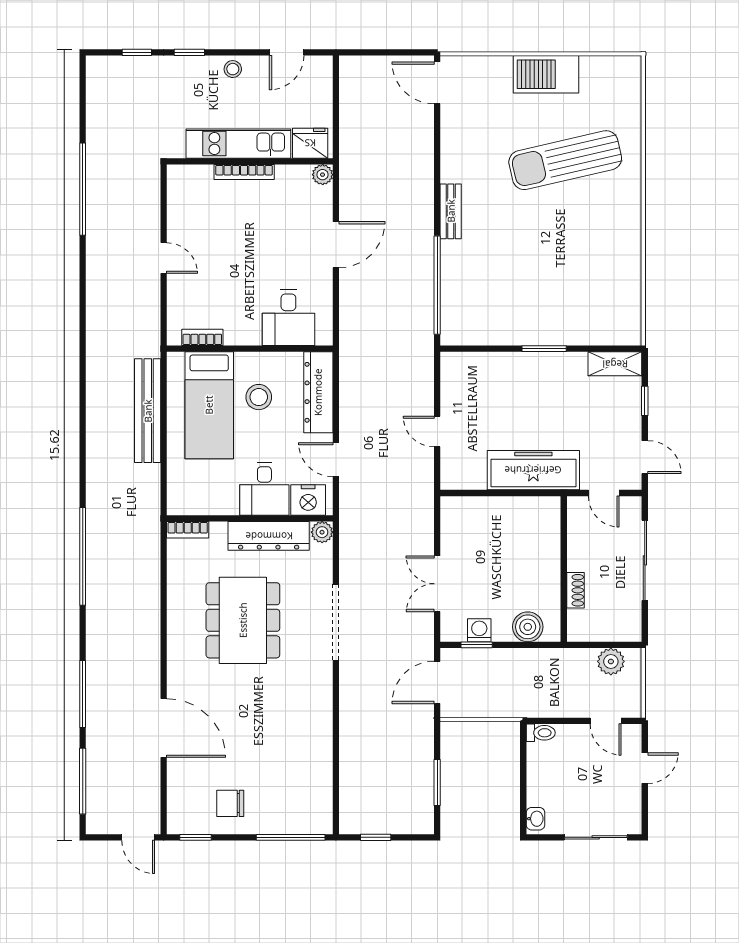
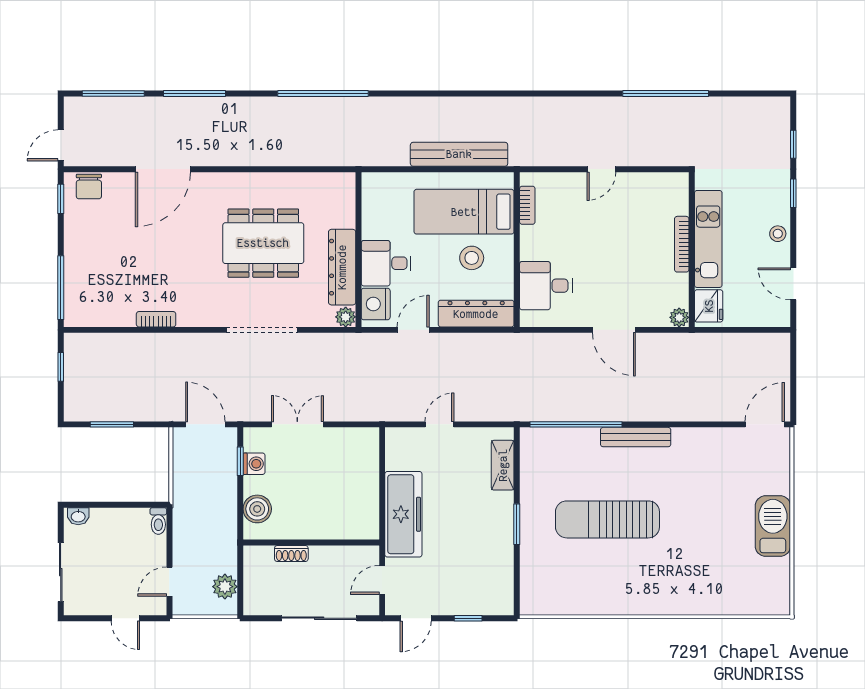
sun lounger: (565, 160) -> (607, 519), moved, turned -77
bench: (451, 211) -> (636, 437), width x1.36
shelving: (615, 364) -> (503, 465), moved
bookcase: (188, 530) -> (156, 319), moved, turned 90
chair: (230, 803) -> (89, 186), moved, turned 180

